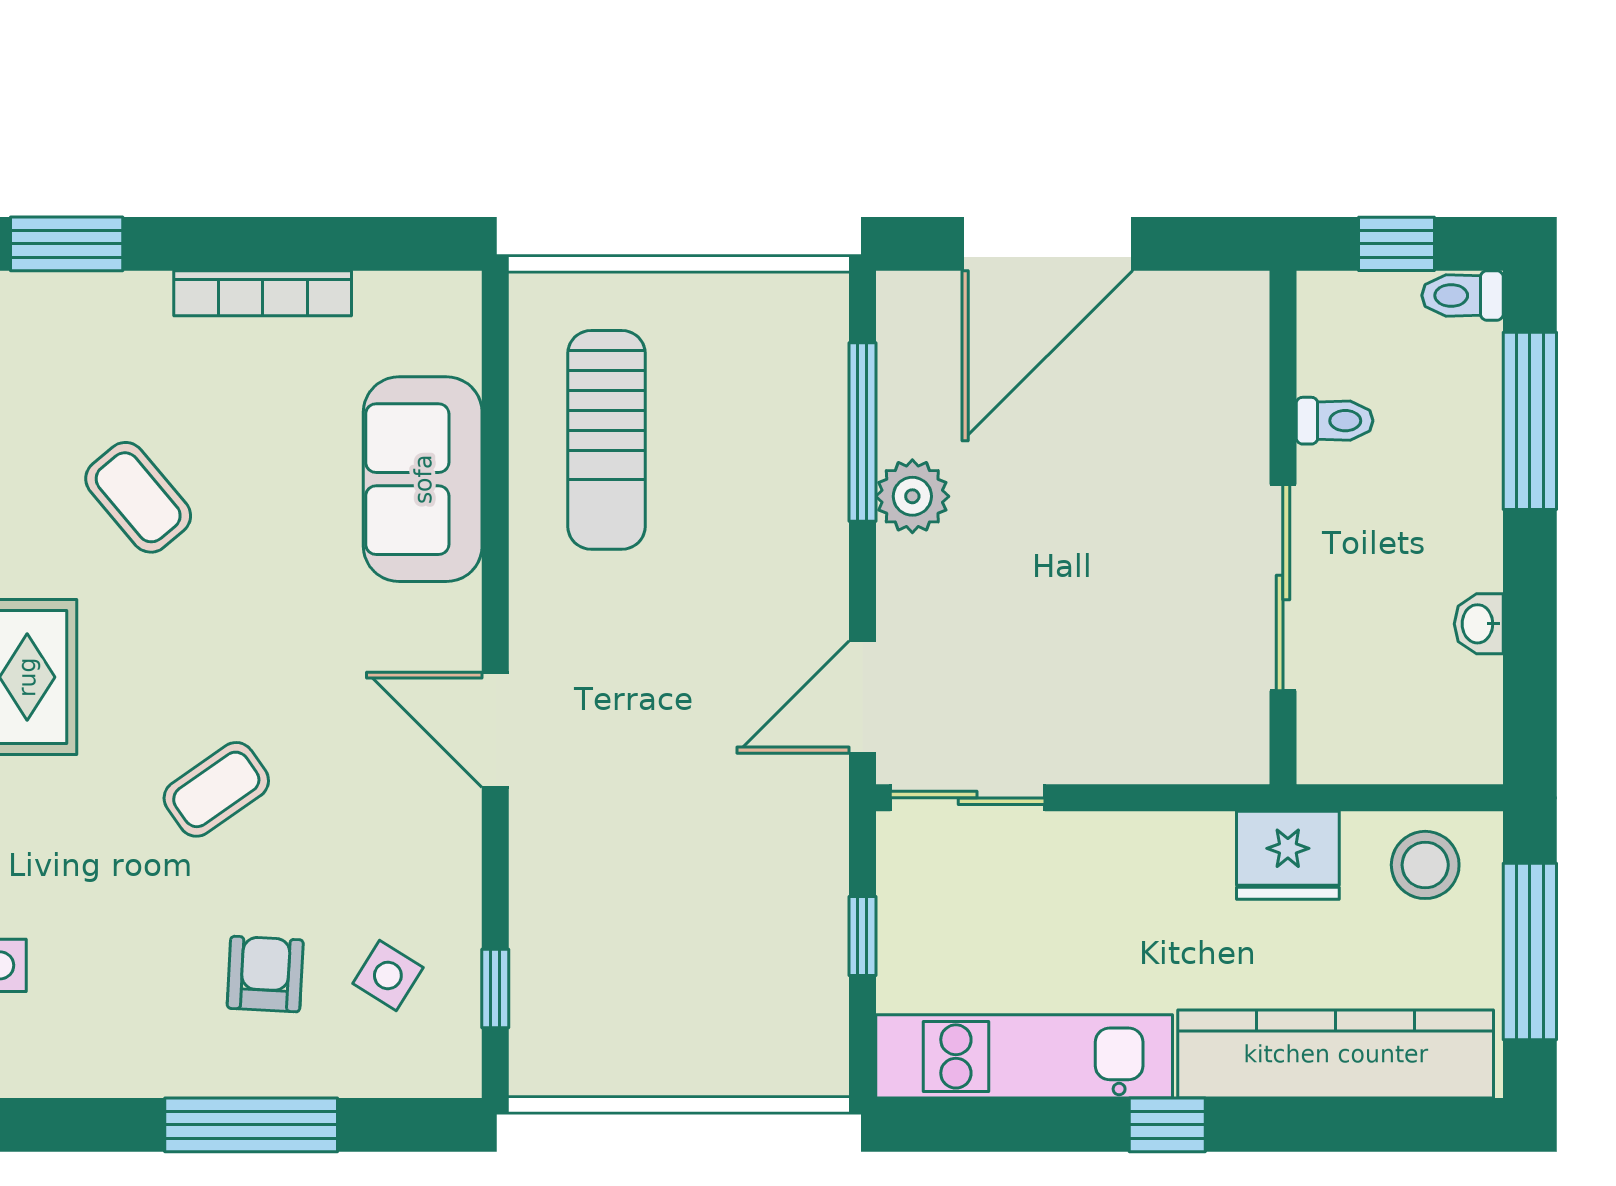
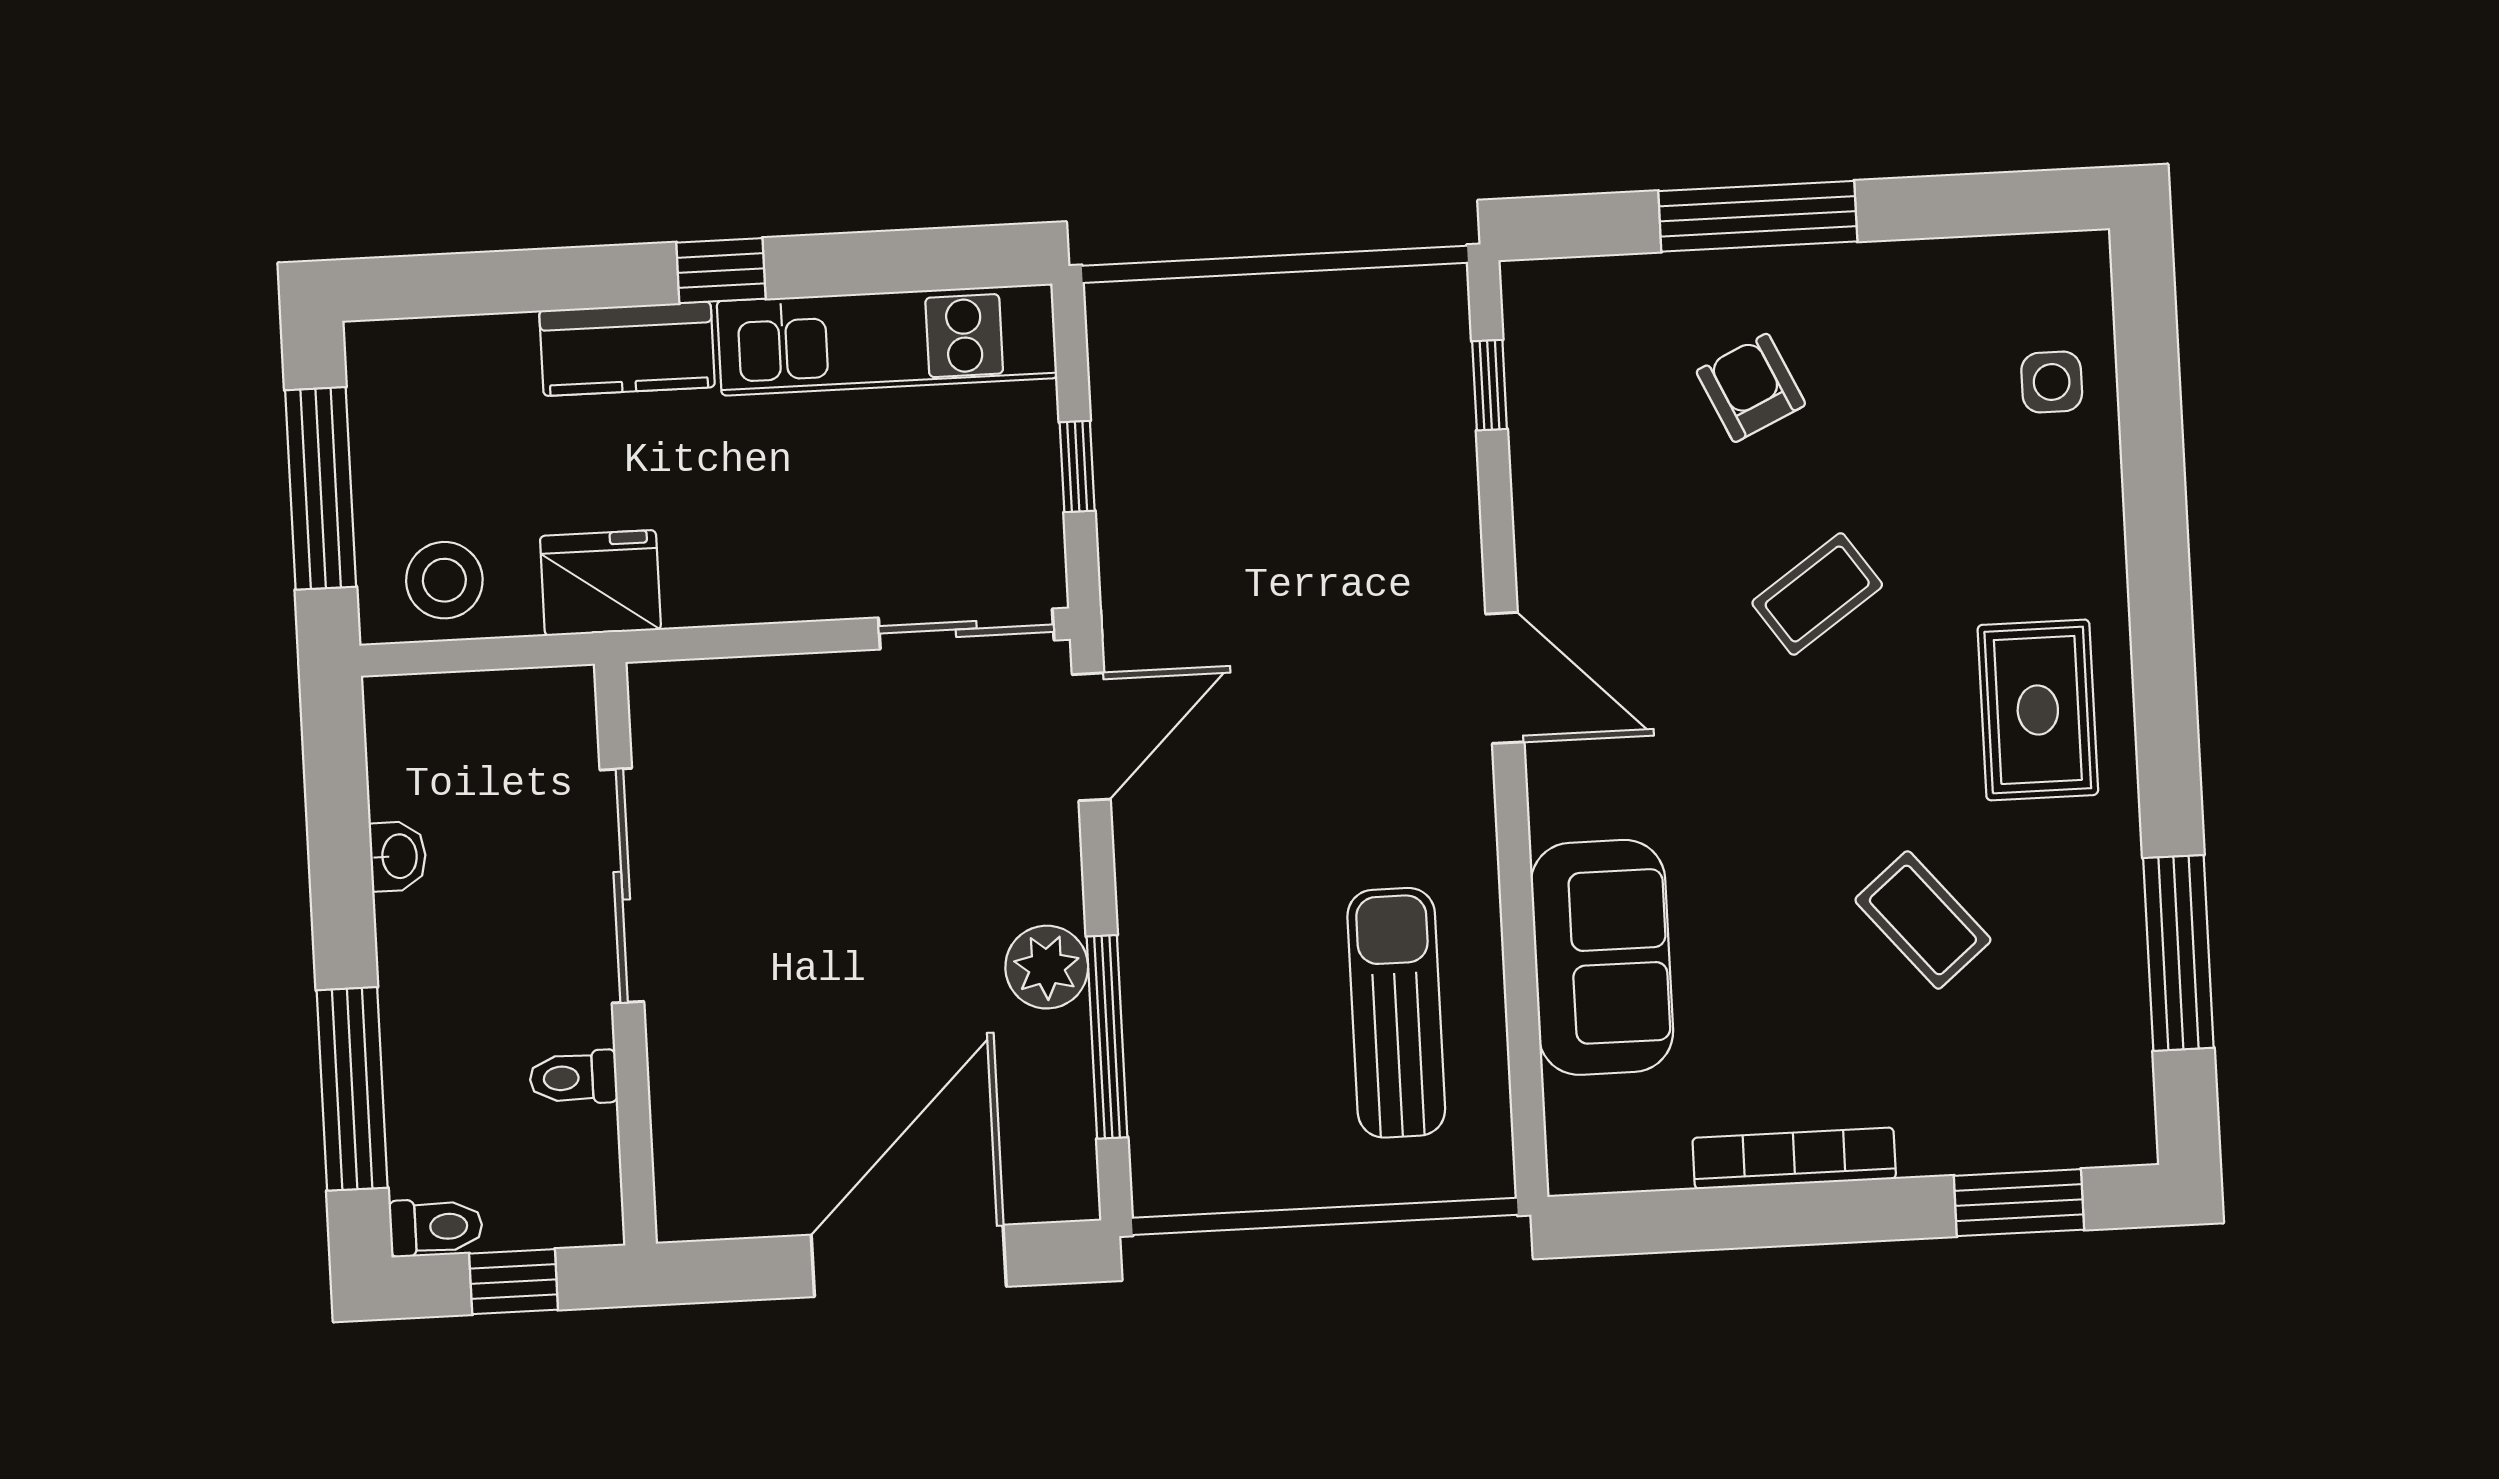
armchair: (265, 974) -> (1751, 388), turned 152
side table: (388, 975) -> (1612, 394), removed
kitchen counter: (1336, 1054) -> (627, 349), width x0.48, depth x0.86

